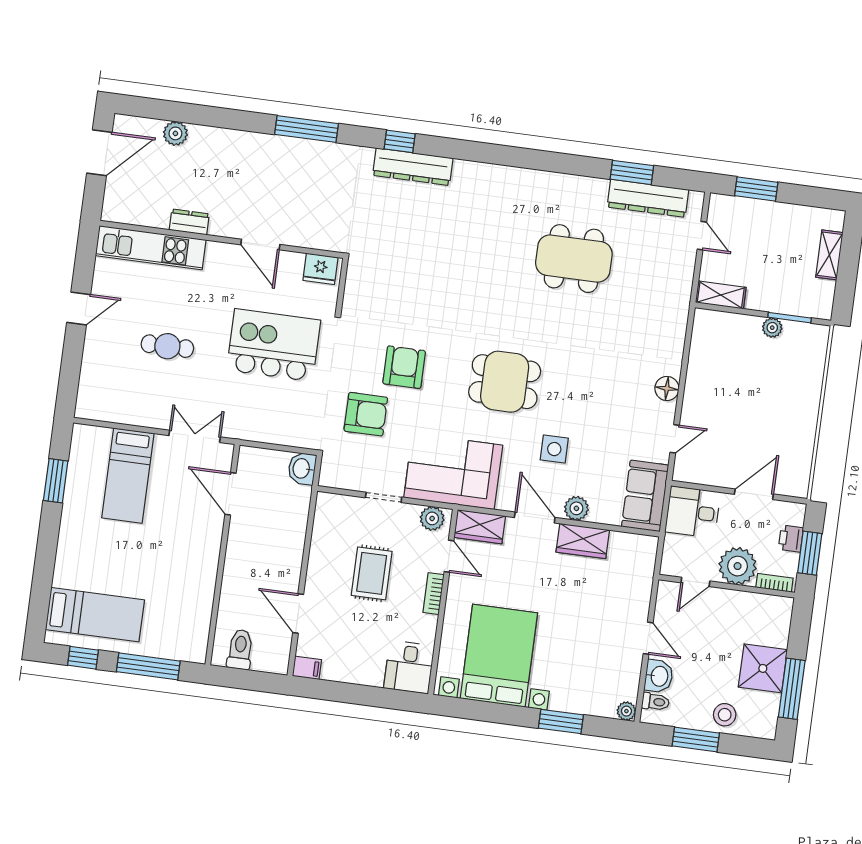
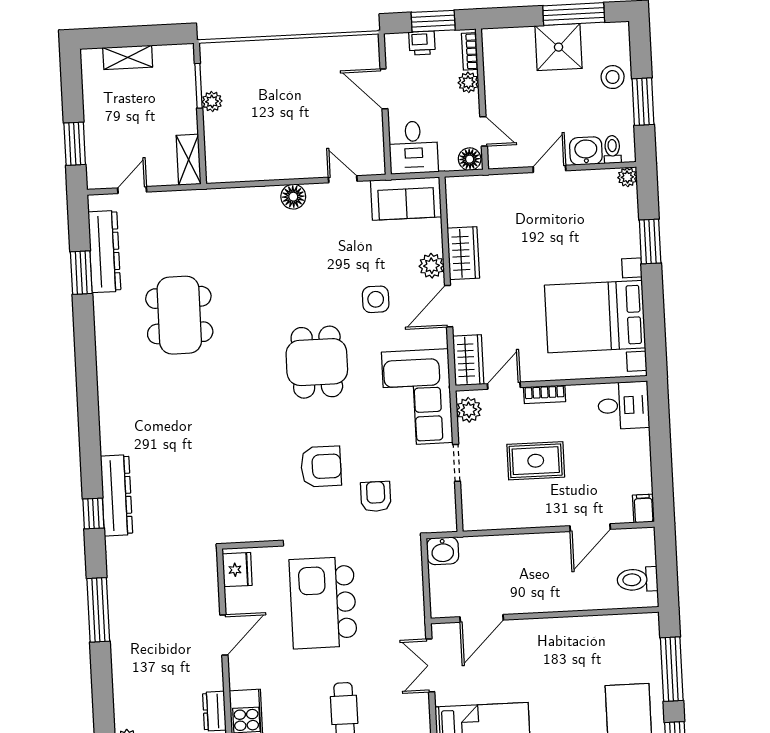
armchair: (404, 367) -> (321, 467), turned 180
armchair: (366, 414) -> (376, 496), width x0.72, depth x0.72
floor lamp: (672, 564) -> (470, 159), added
plant: (738, 566) -> (468, 82), width x0.53, depth x0.53

